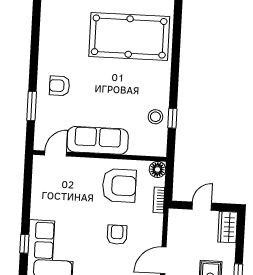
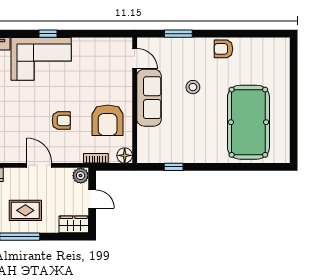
armchair: (59, 86) -> (224, 49), moved, turned -90
stool: (155, 117) -> (193, 87), moved
plant: (176, 217) -> (81, 176), added

